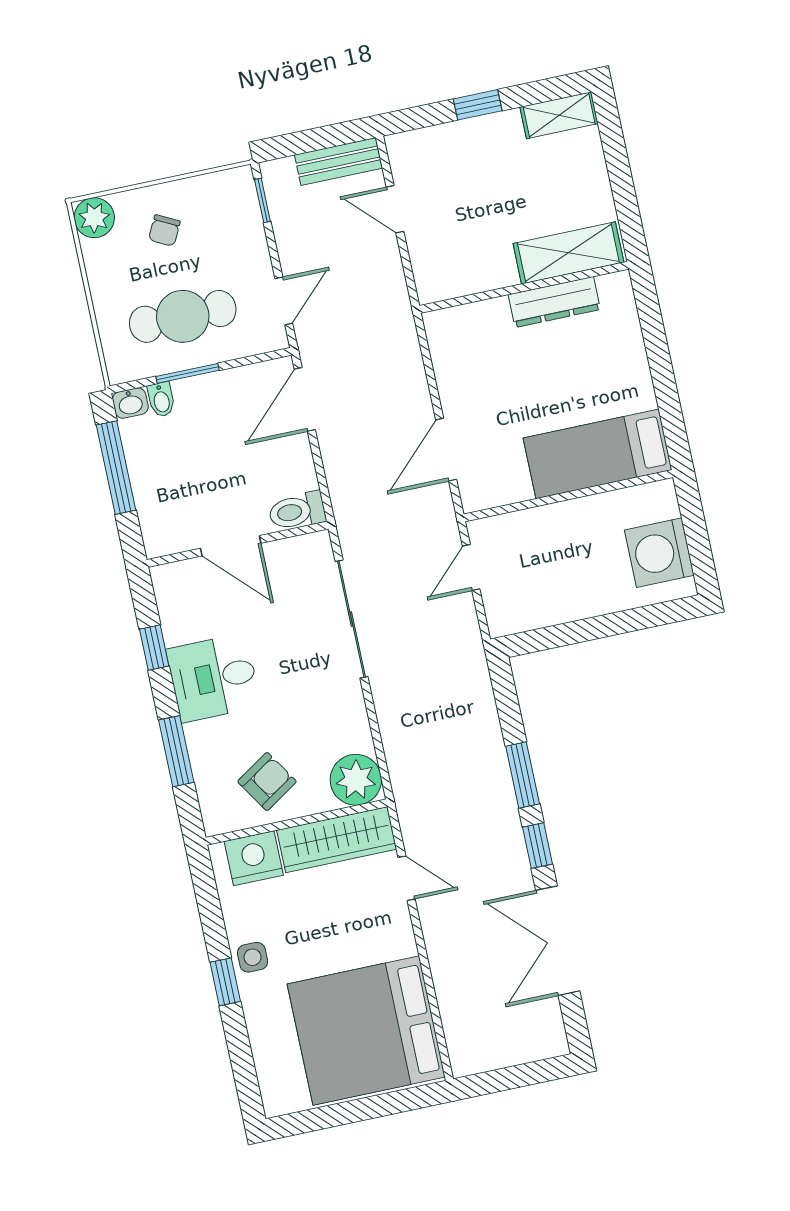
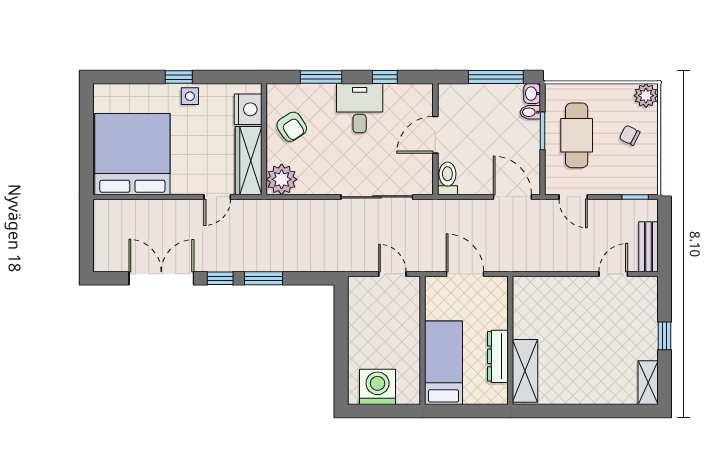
shelving: (568, 253) -> (525, 371), moved
wall: (524, 287) -> (510, 340), moved
dresser: (554, 302) -> (498, 356), moved

